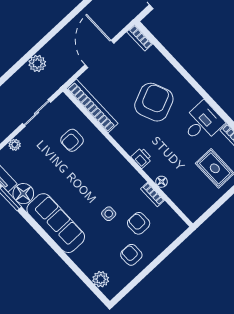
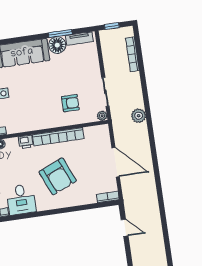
bookcase: (92, 106) -> (58, 137), moved
armchair: (72, 140) -> (70, 103), turned 90
plant: (15, 145) -> (102, 116), moved

